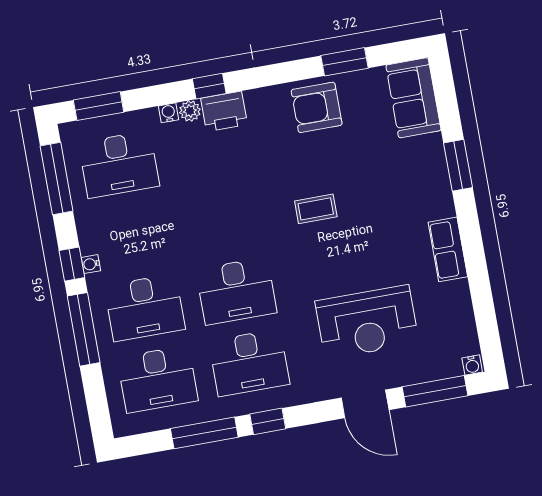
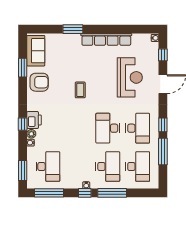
sofa: (413, 98) -> (36, 51), moved, turned -90
armchair: (317, 107) -> (39, 82), turned -90
row of seats: (448, 249) -> (106, 39), width x2.02
desk: (236, 291) -> (108, 128), turned 180
window: (435, 391) -> (163, 55), width x0.46

